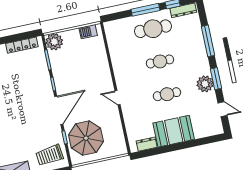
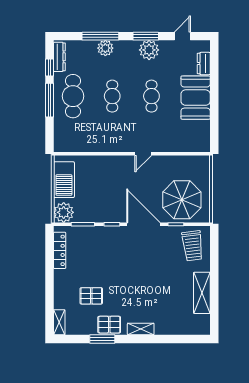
barbecue: (88, 32) -> (64, 180), width x1.88, depth x1.53
plant: (199, 47) -> (105, 48), added
dresser: (147, 144) -> (204, 64), moved

